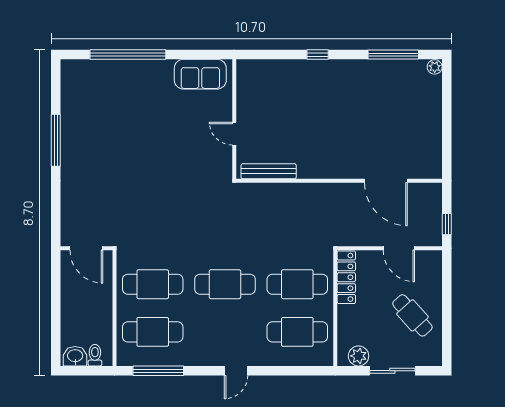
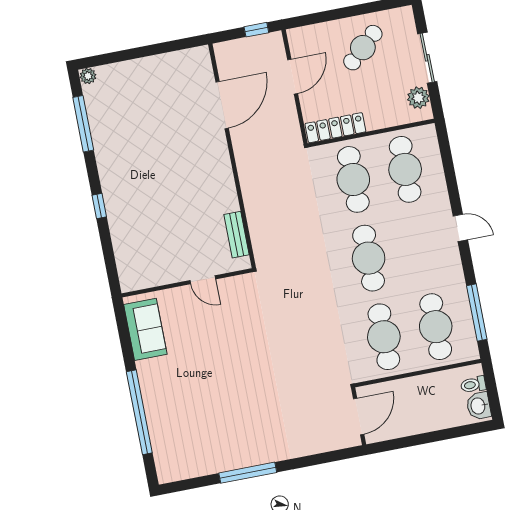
door: (234, 134) -> (203, 280), hinge flipped
bench: (269, 171) -> (237, 235), width x0.73

